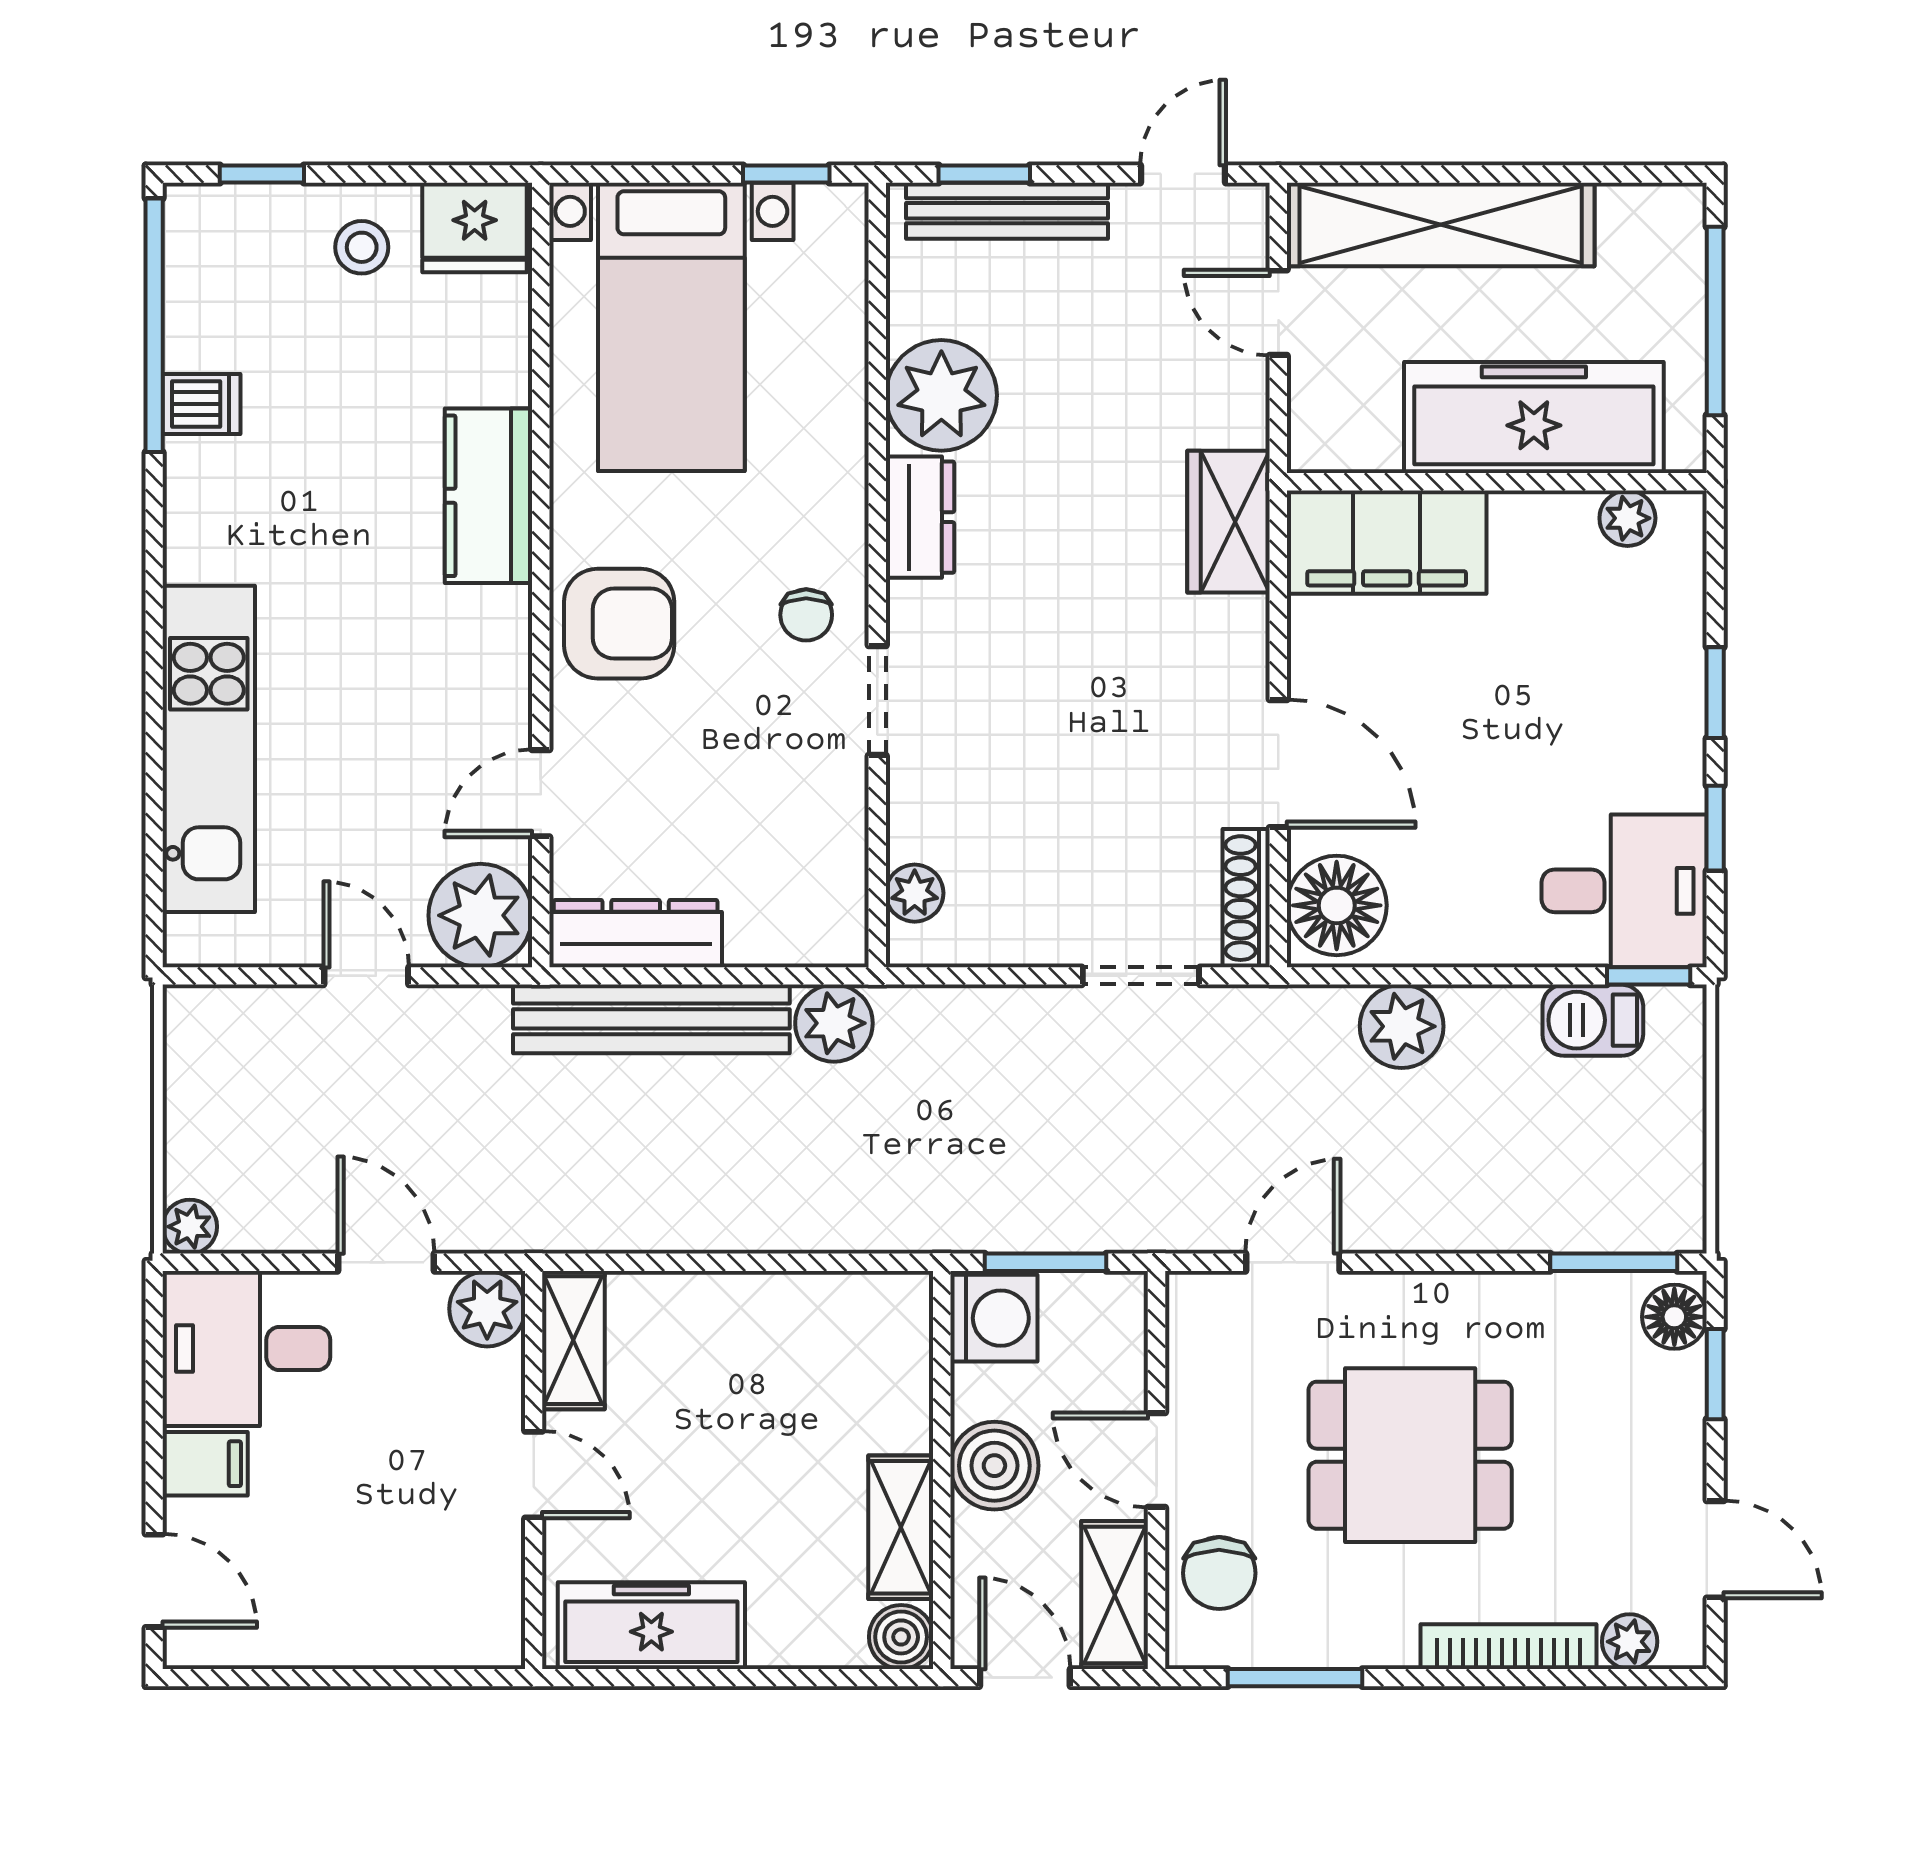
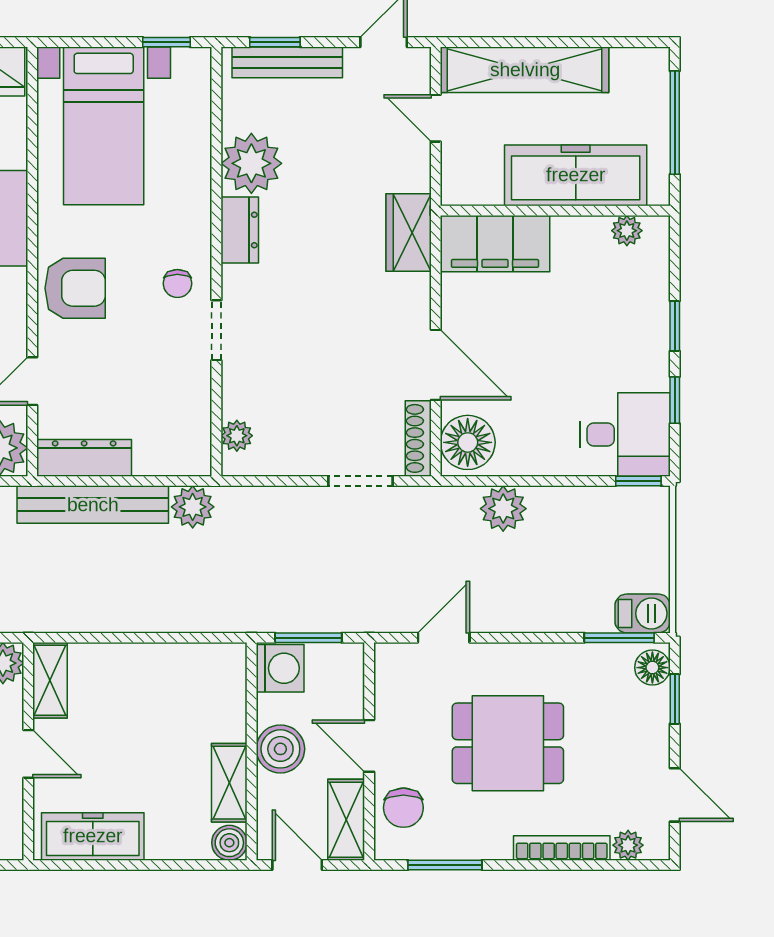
barbecue: (1593, 1020) -> (643, 613), moved, turned 180

